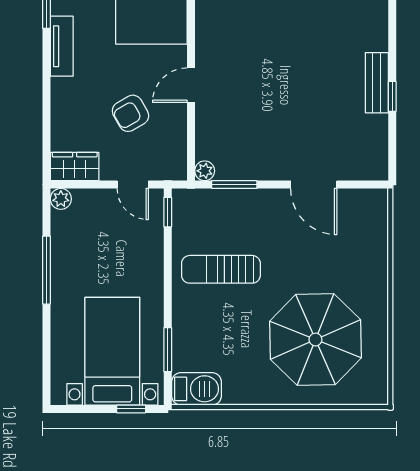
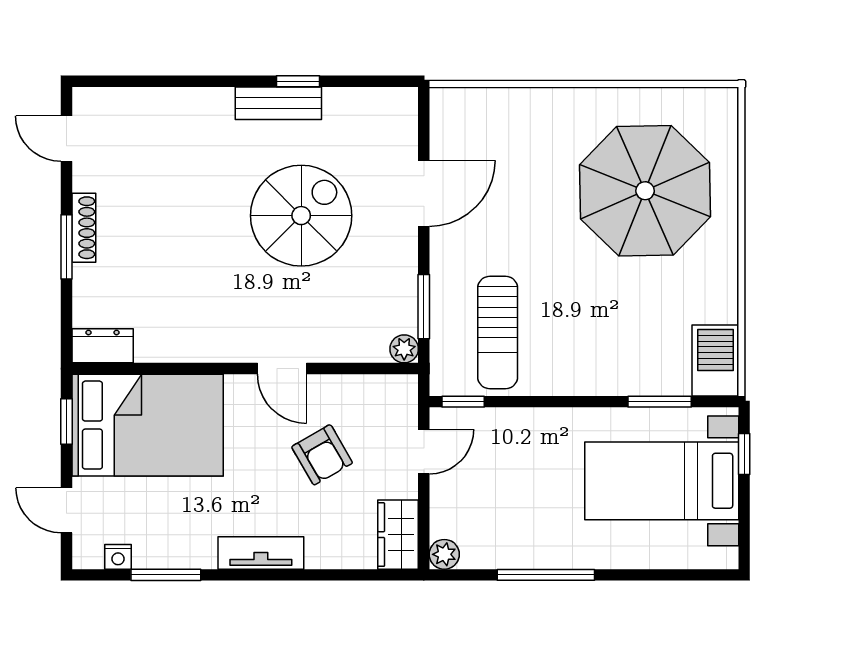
tv unit: (62, 46) -> (261, 553), moved
spiral stairs: (298, 99) -> (301, 216), added
sun lounger: (221, 269) -> (498, 332), moved

